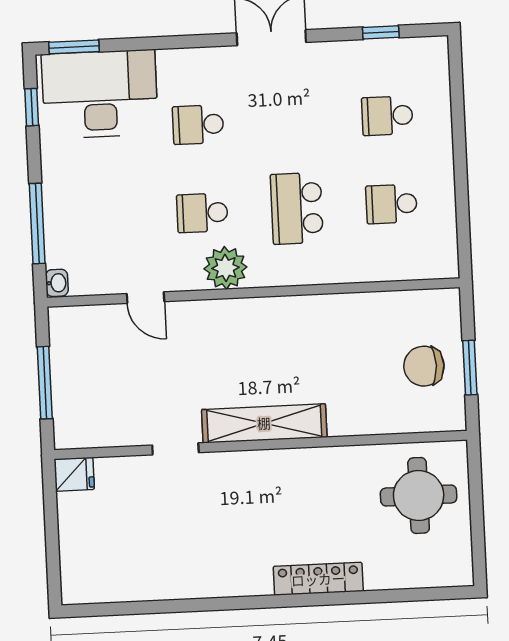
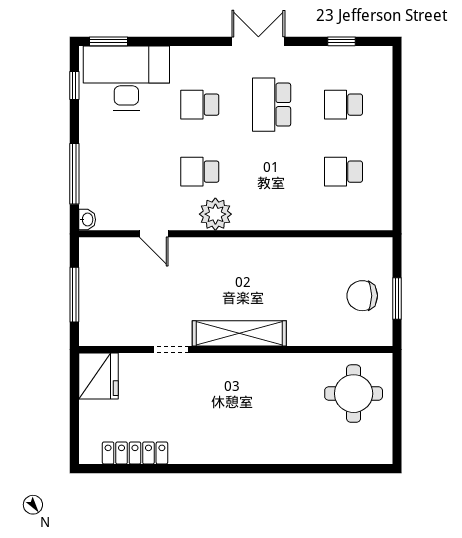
school desk: (297, 208) -> (272, 105), moved
fridge: (74, 474) -> (98, 376), width x1.88, depth x1.34
locker: (318, 579) -> (135, 453), moved

